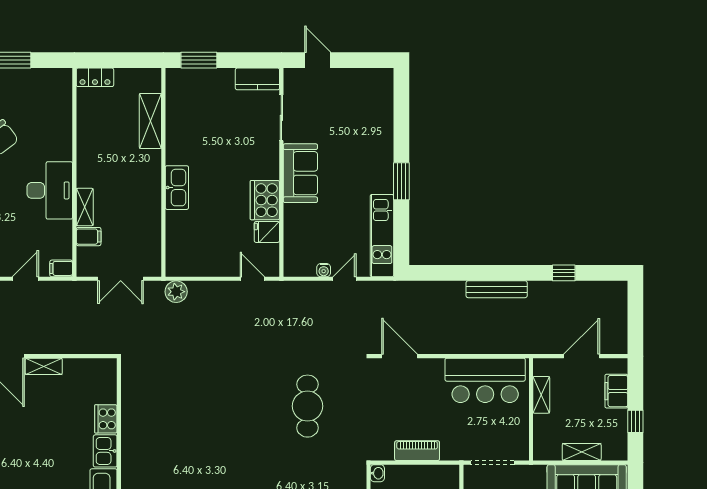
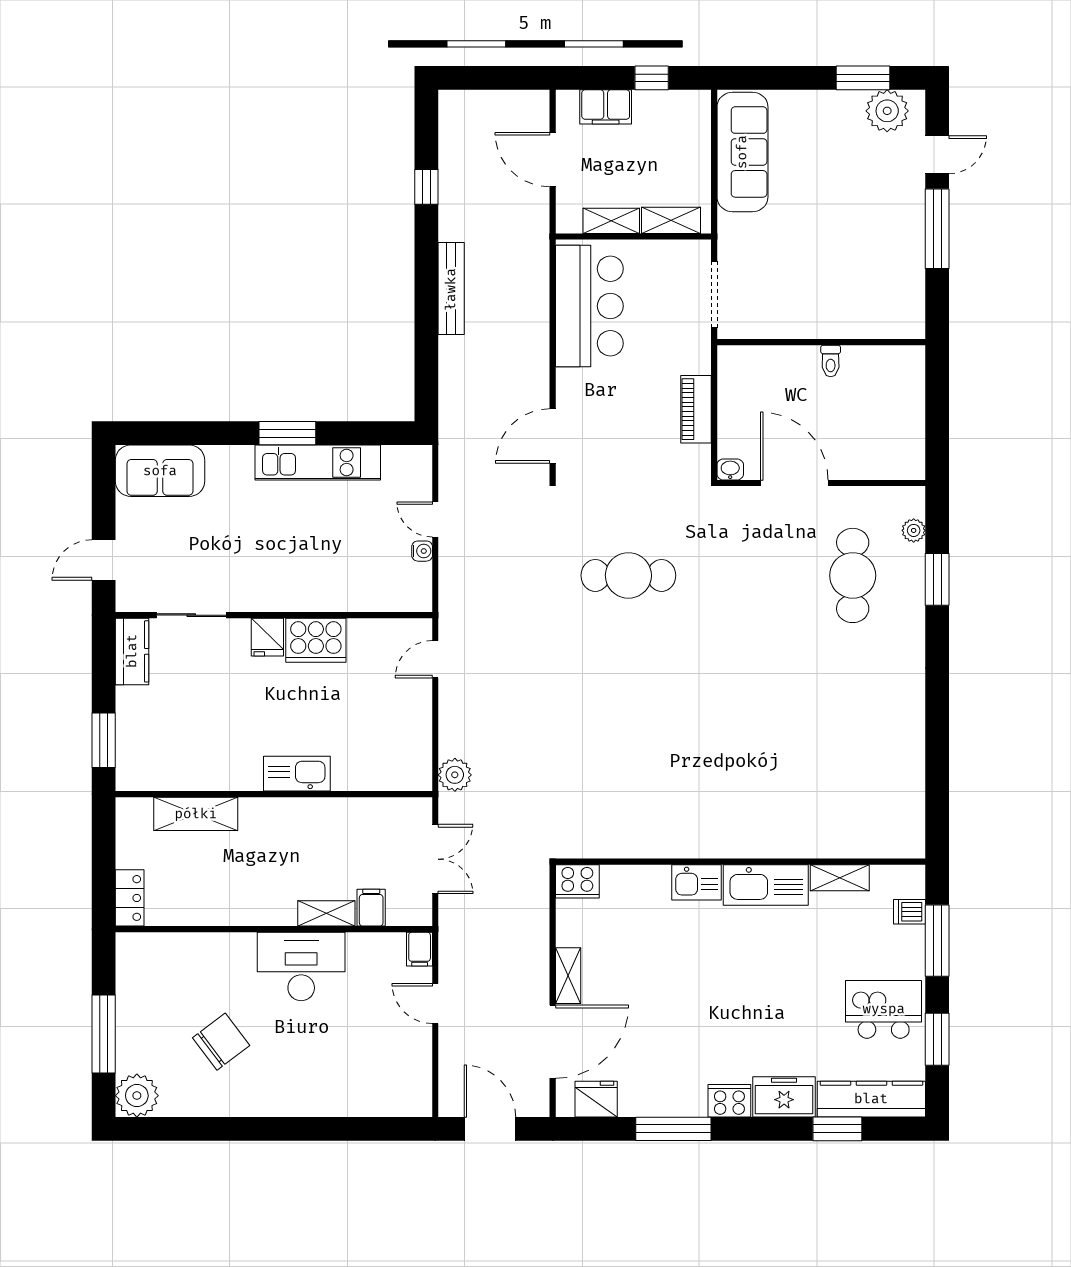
sofa: (300, 173) -> (160, 471), moved, turned 180
fridge: (267, 232) -> (267, 637), moved
kitchen unit: (382, 236) -> (318, 462), moved
cooker: (106, 419) -> (577, 881), moved
shelving: (582, 452) -> (671, 220), moved, turned 90

